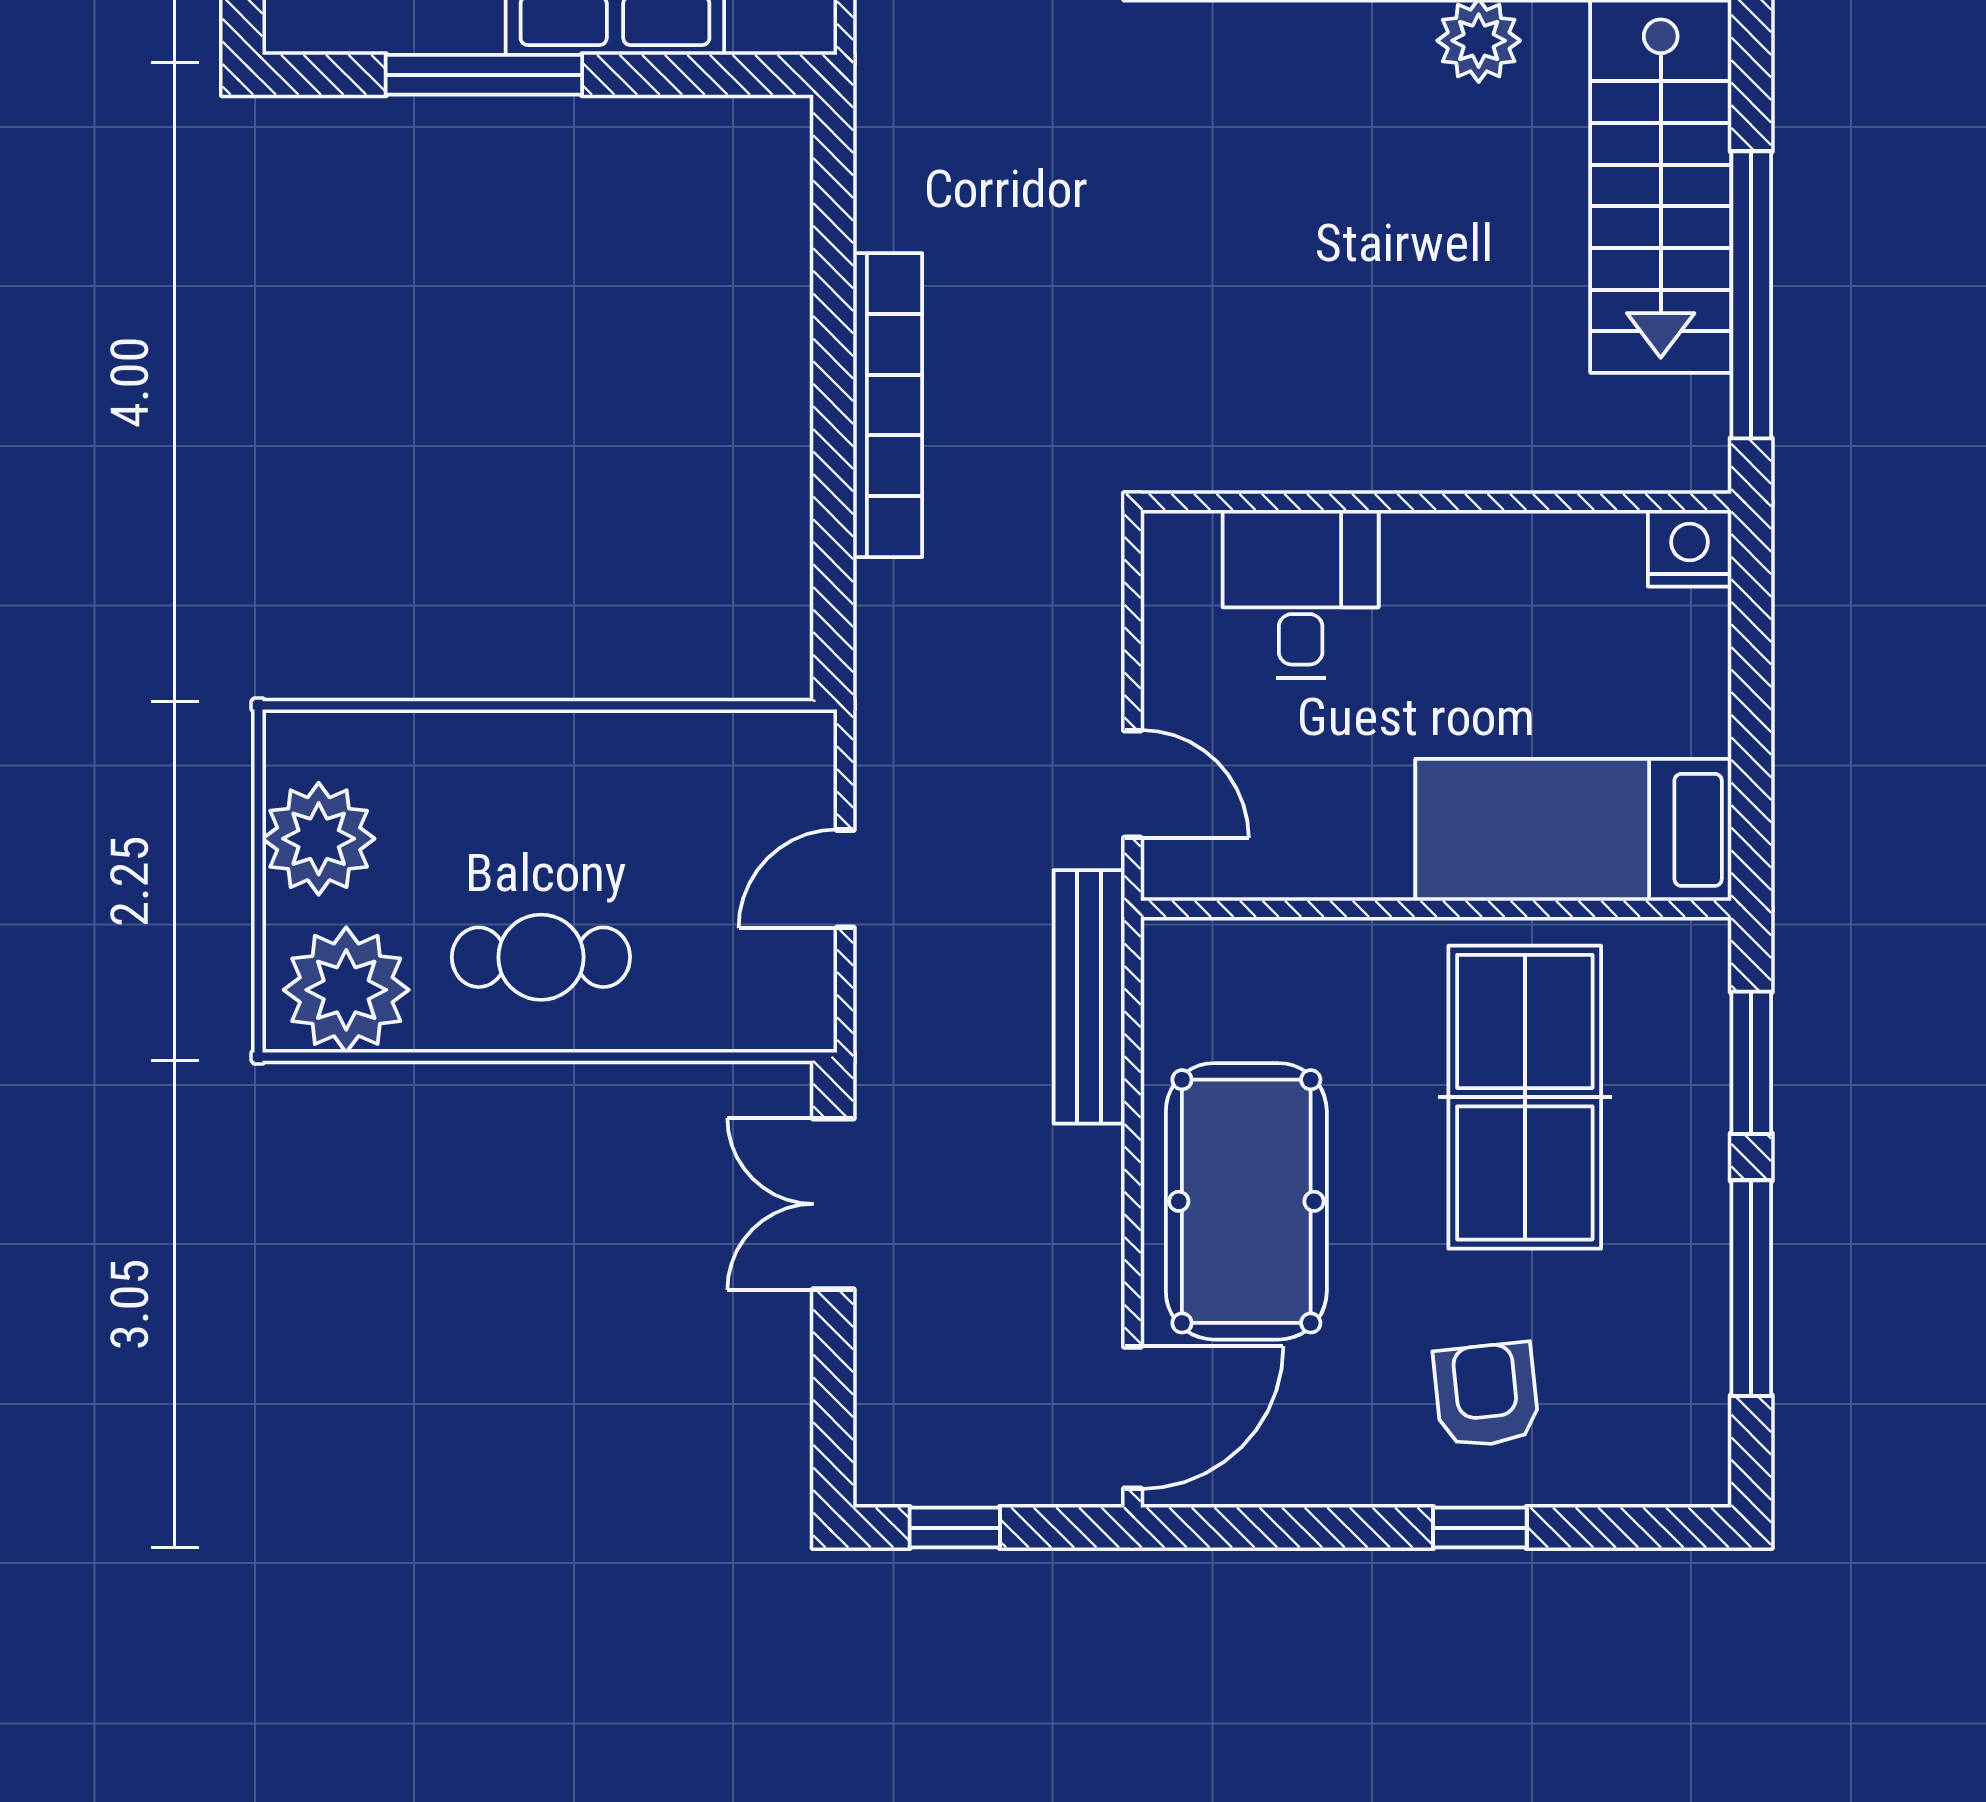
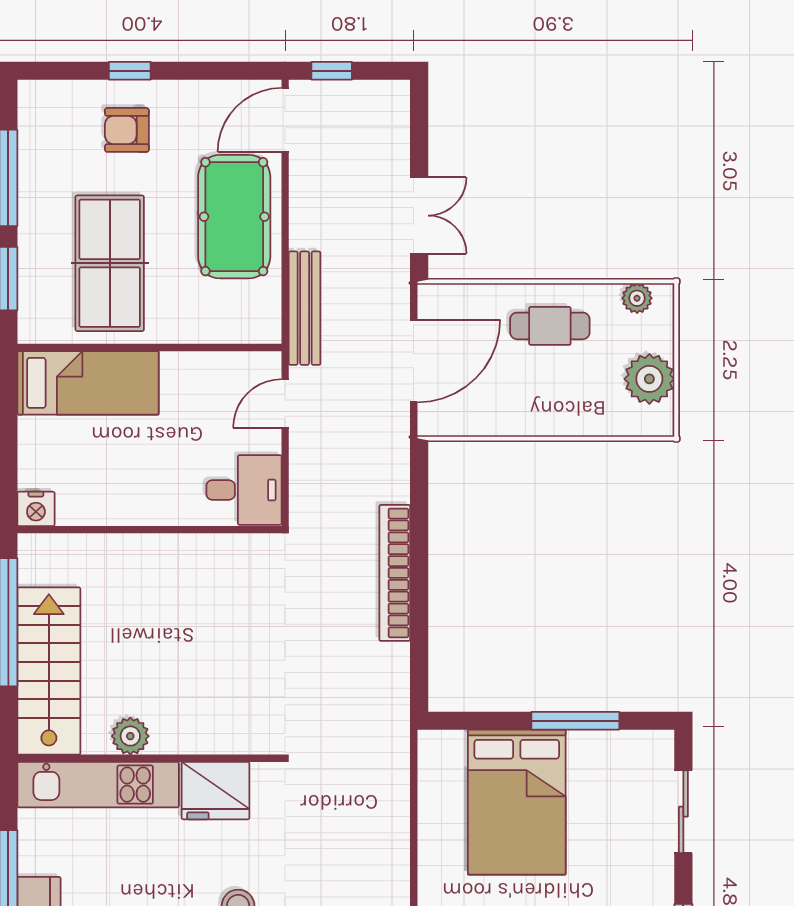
desk: (1301, 594) -> (244, 490), moved, turned -90
door: (1133, 784) -> (285, 403), hinge flipped
door: (845, 879) -> (414, 361), width x1.87
plant: (346, 990) -> (637, 298), width x0.53, depth x0.53
armchair: (1486, 1395) -> (127, 130), turned 96
window: (955, 1528) -> (332, 71), moved

